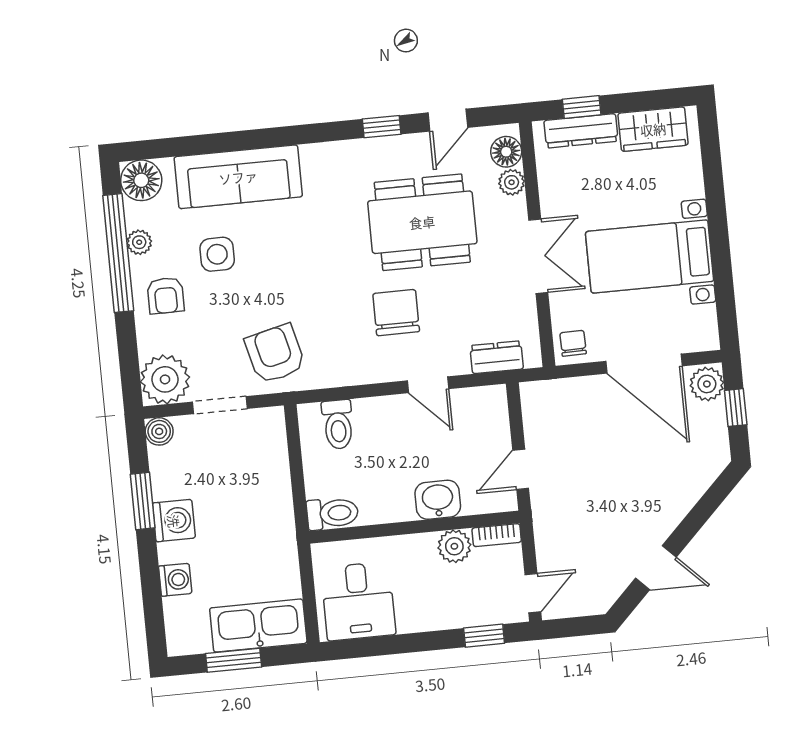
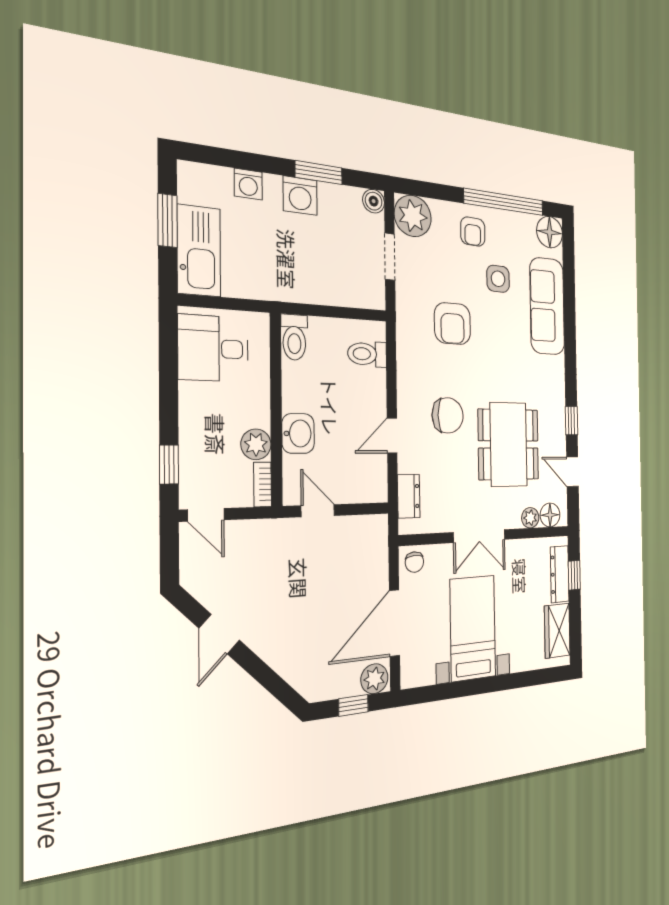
plant: (139, 242) -> (510, 220), removed
armchair: (166, 295) -> (473, 232), turned -89
chair: (573, 343) -> (414, 562), turned 87
armchair: (275, 354) -> (452, 324), moved, turned 104

